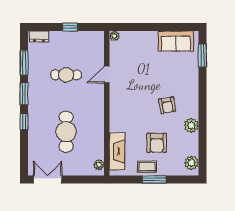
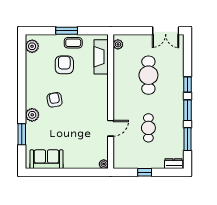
window: (202, 55) -> (22, 134), moved
cafe table: (66, 75) -> (148, 128), turned 90
plant: (191, 125) -> (32, 115), moved

